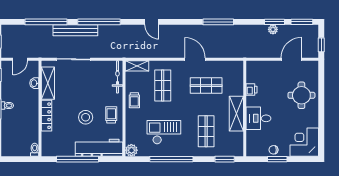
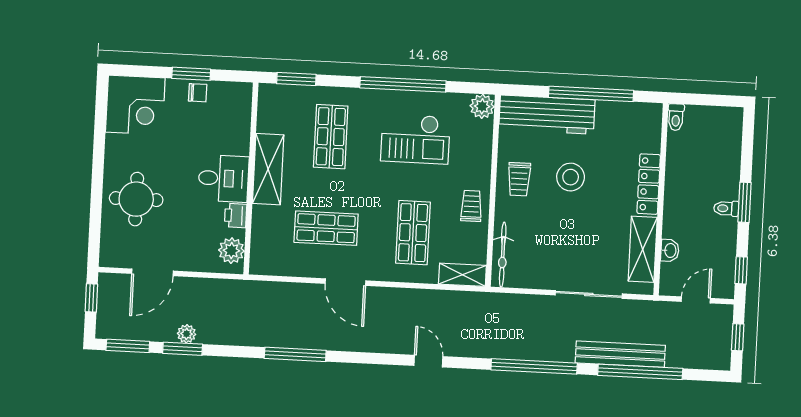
bench: (75, 30) -> (620, 354), moved
plant: (253, 72) -> (231, 251), added
desk: (258, 118) -> (223, 178), moved

